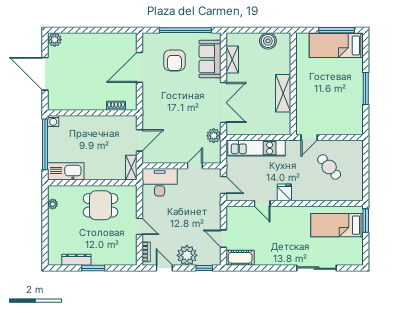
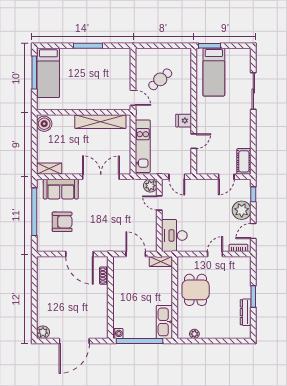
boiler: (268, 41) -> (44, 124), moved
shelving: (232, 59) -> (49, 169), moved
door: (139, 67) -> (79, 254), moved
shelving: (283, 93) -> (100, 122), width x1.47
plant: (214, 136) -> (150, 186), moved
door: (223, 185) -> (177, 177), swing flipped

